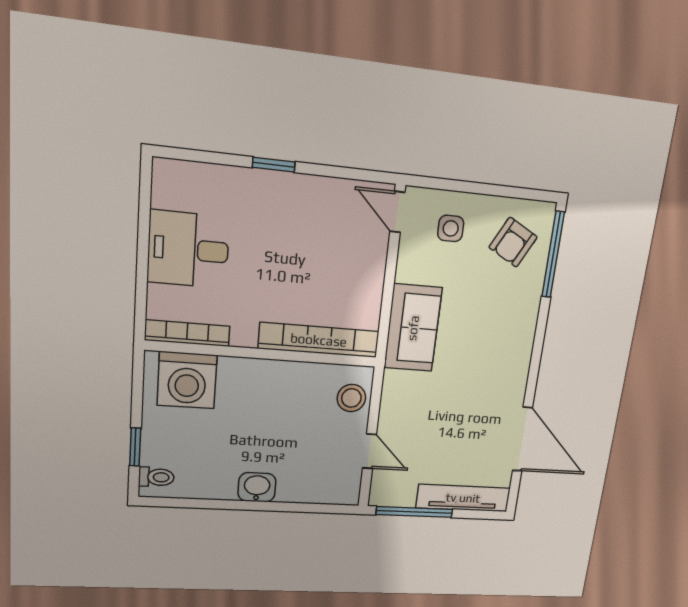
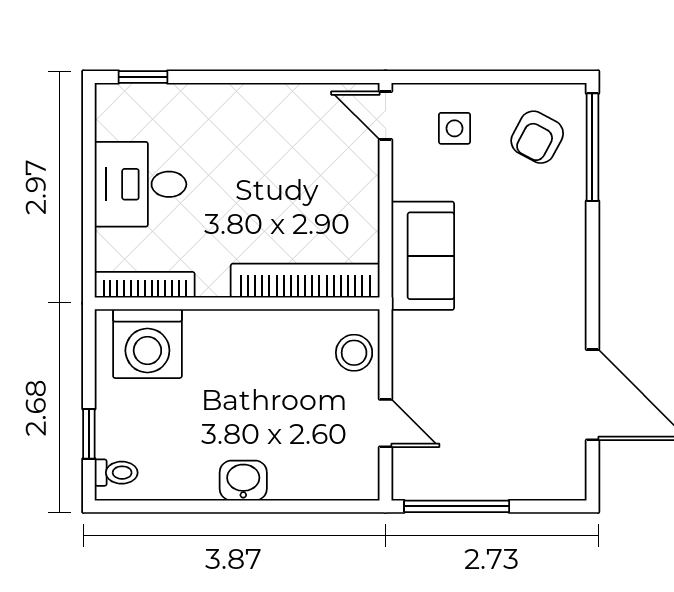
window: (274, 165) -> (143, 77), moved
tv unit: (463, 498) -> (522, 483), removed

